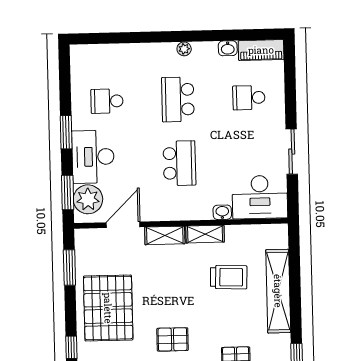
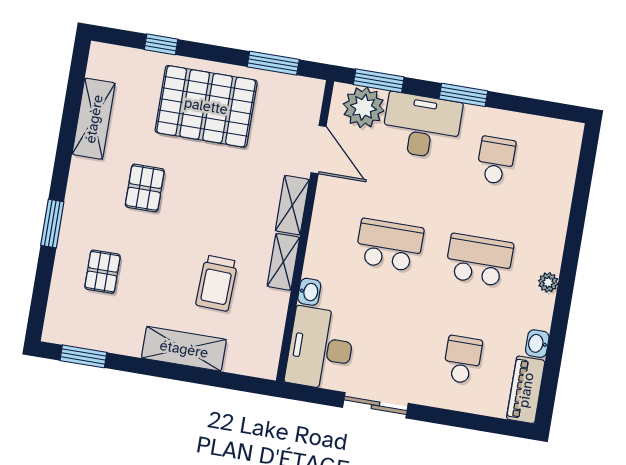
school desk: (179, 163) -> (389, 245), turned 180
shelving: (278, 291) -> (184, 349), width x0.68

